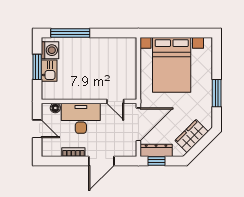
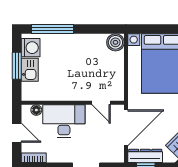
boiler: (129, 45) -> (115, 42), added
bookcase: (73, 152) -> (34, 158), moved

